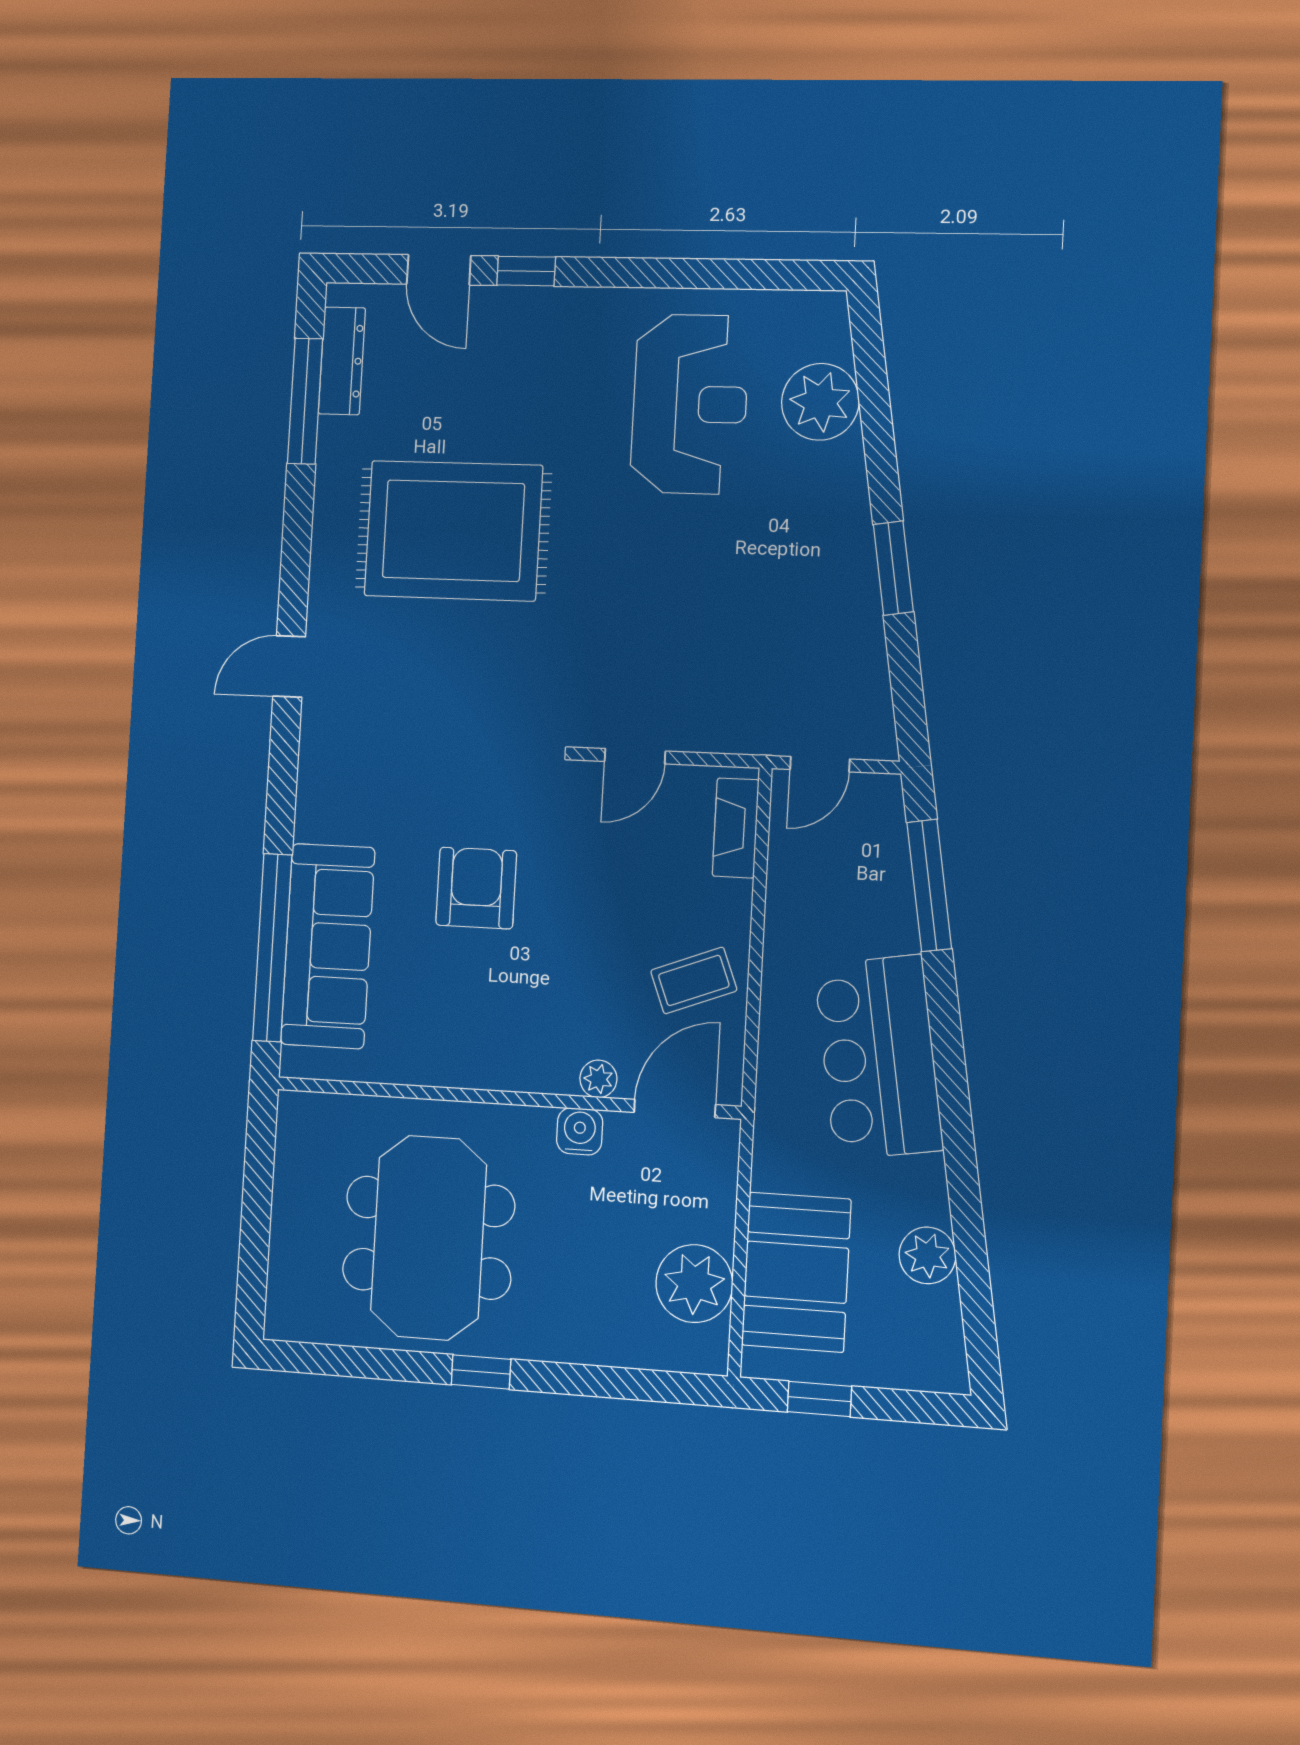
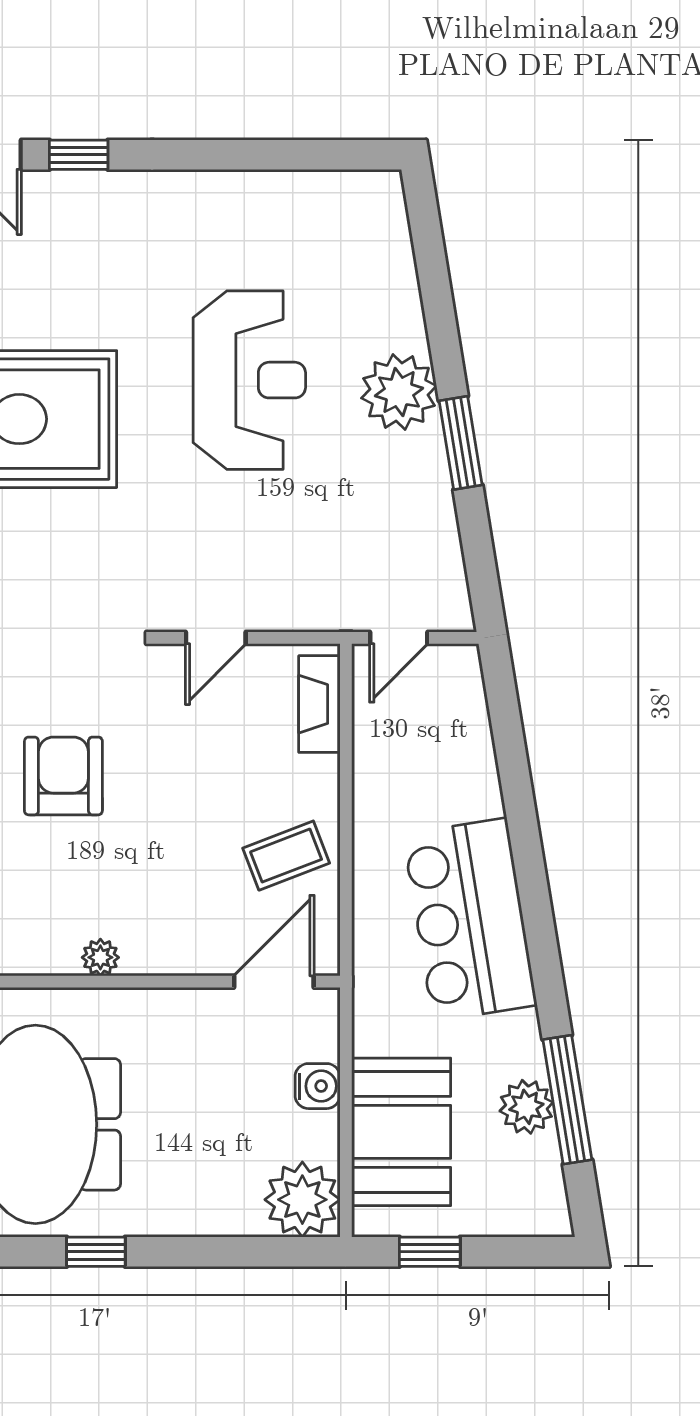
plant: (820, 402) -> (399, 392), moved
reception desk: (690, 404) -> (249, 380), moved
window: (929, 885) -> (567, 1100), moved
plant: (598, 1079) -> (100, 957), moved
water cooler: (580, 1131) -> (318, 1086), moved, turned 90
plant: (694, 1284) -> (302, 1200), moved

